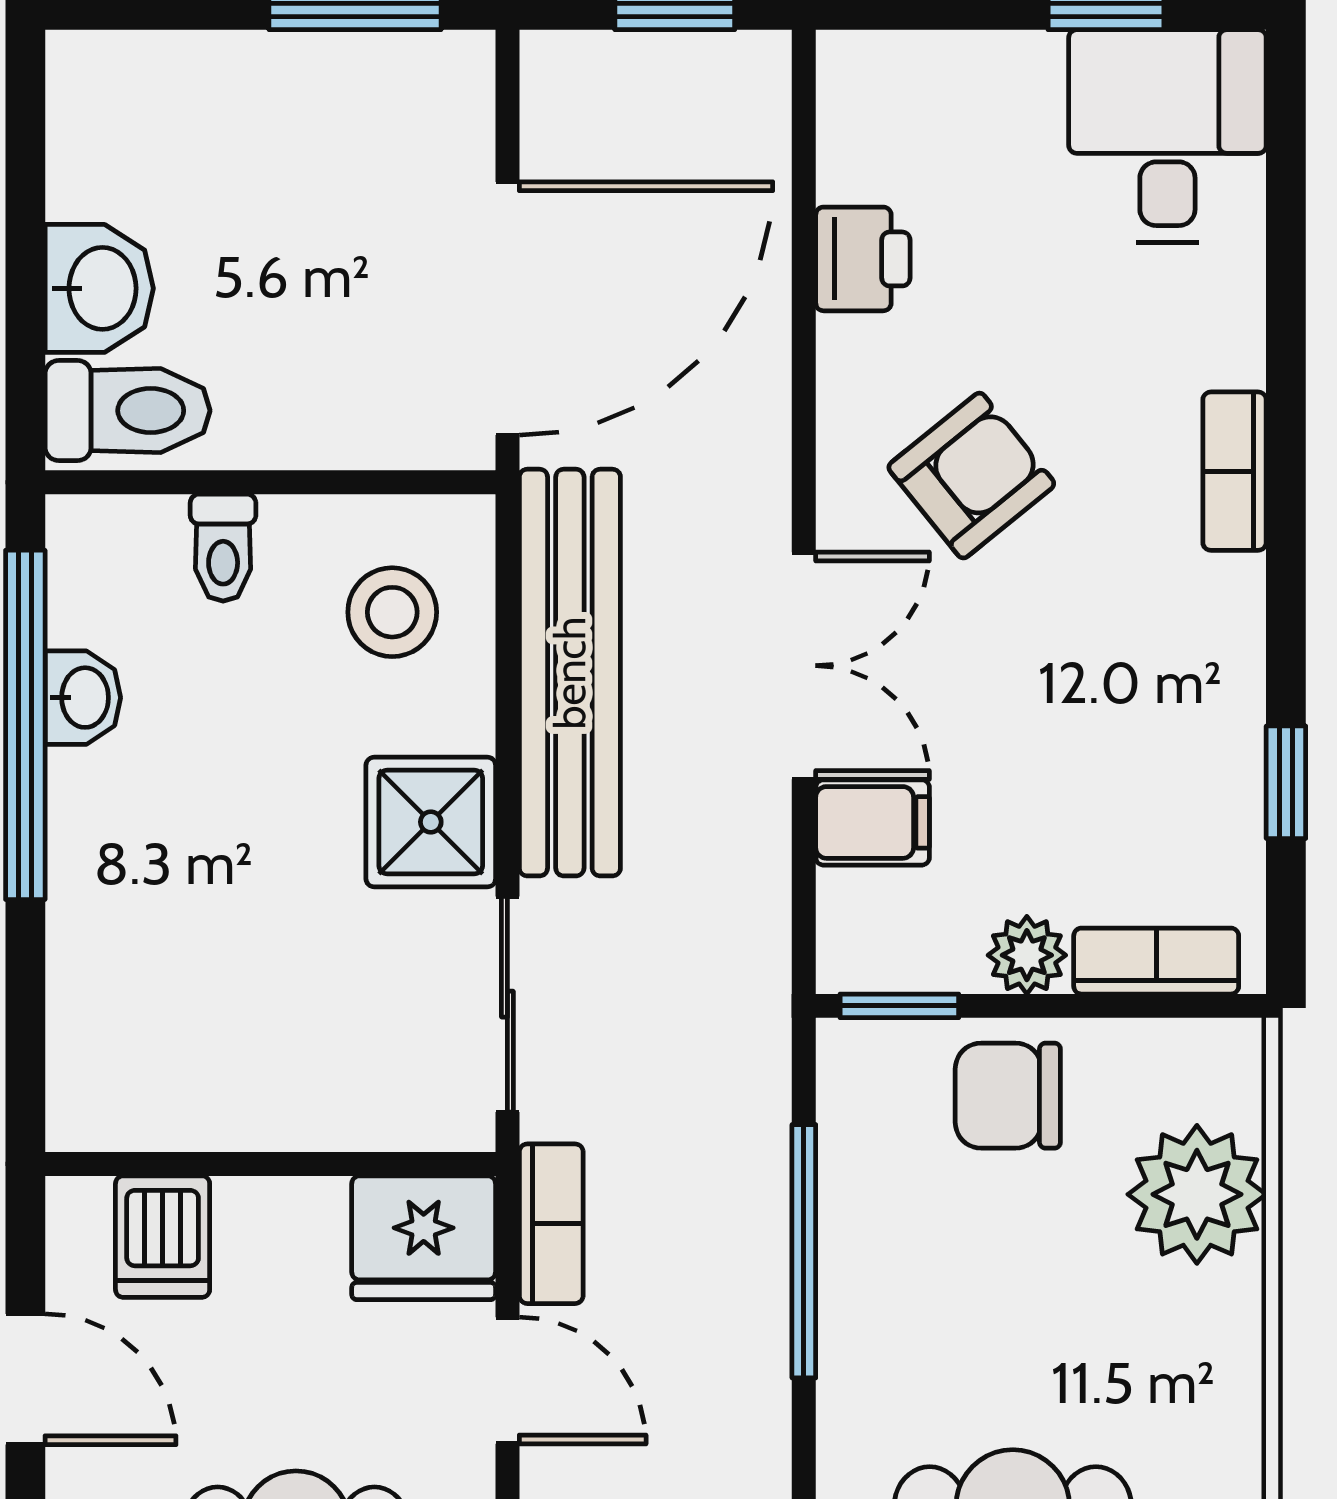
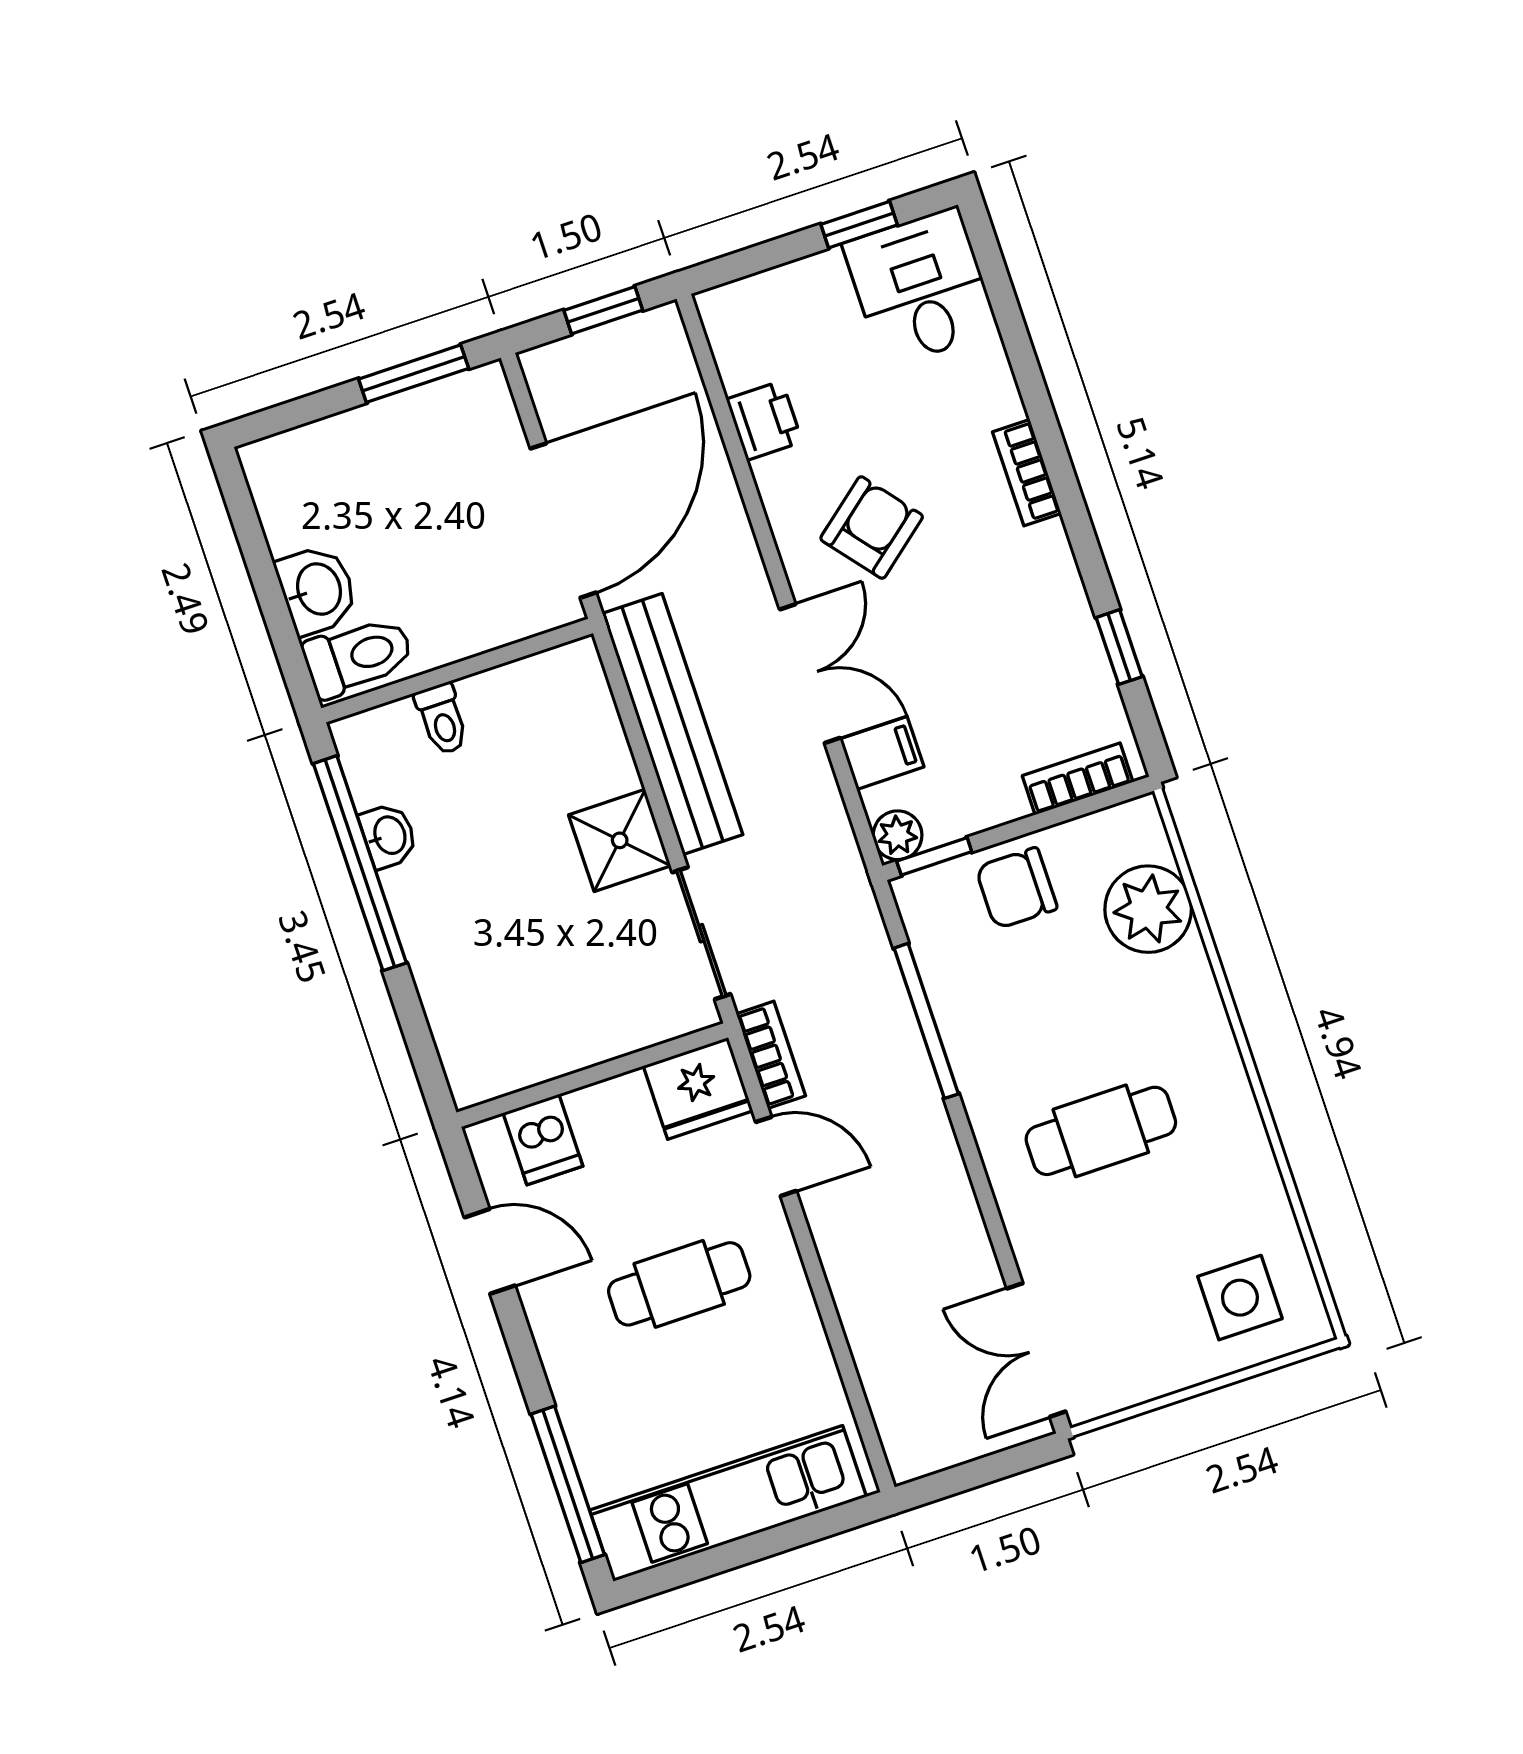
stool: (392, 612) -> (555, 724), removed
plant: (1027, 955) -> (898, 835), moved

